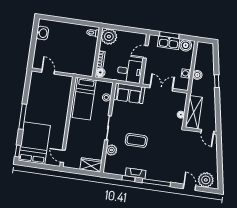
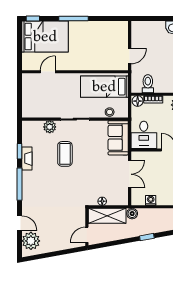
toilet: (87, 62) -> (148, 84), added
door: (48, 72) -> (130, 56), moved
boiler: (197, 75) -> (132, 214), moved
door: (63, 156) -> (48, 72), moved
wardrobe: (91, 165) -> (29, 106), removed
door: (189, 187) -> (20, 223), hinge flipped

